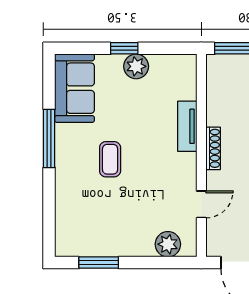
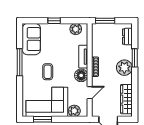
plant: (136, 66) -> (76, 29), moved
floor lamp: (183, 167) -> (81, 75), added
corner sofa: (108, 225) -> (47, 102), added

